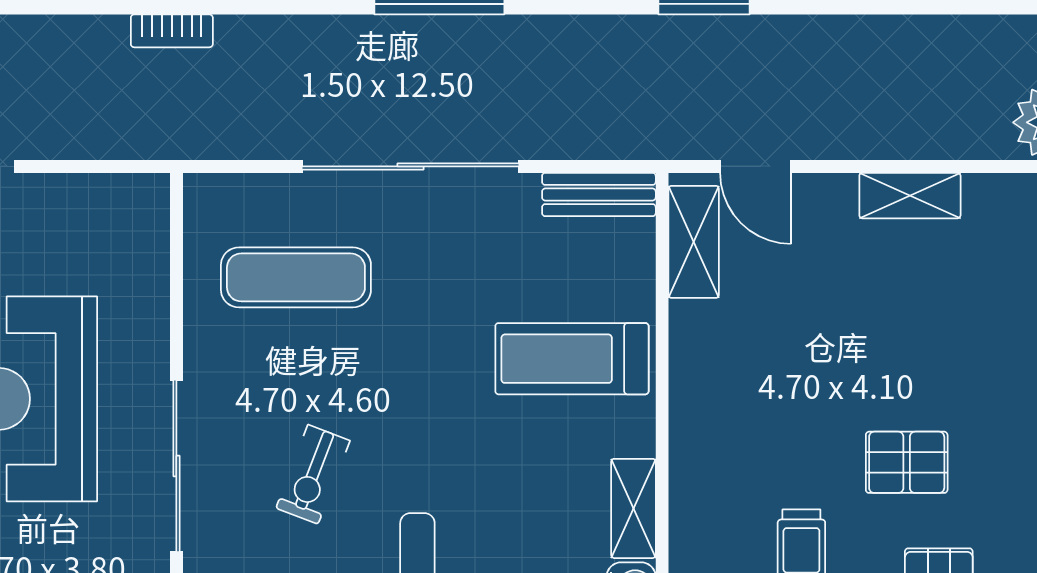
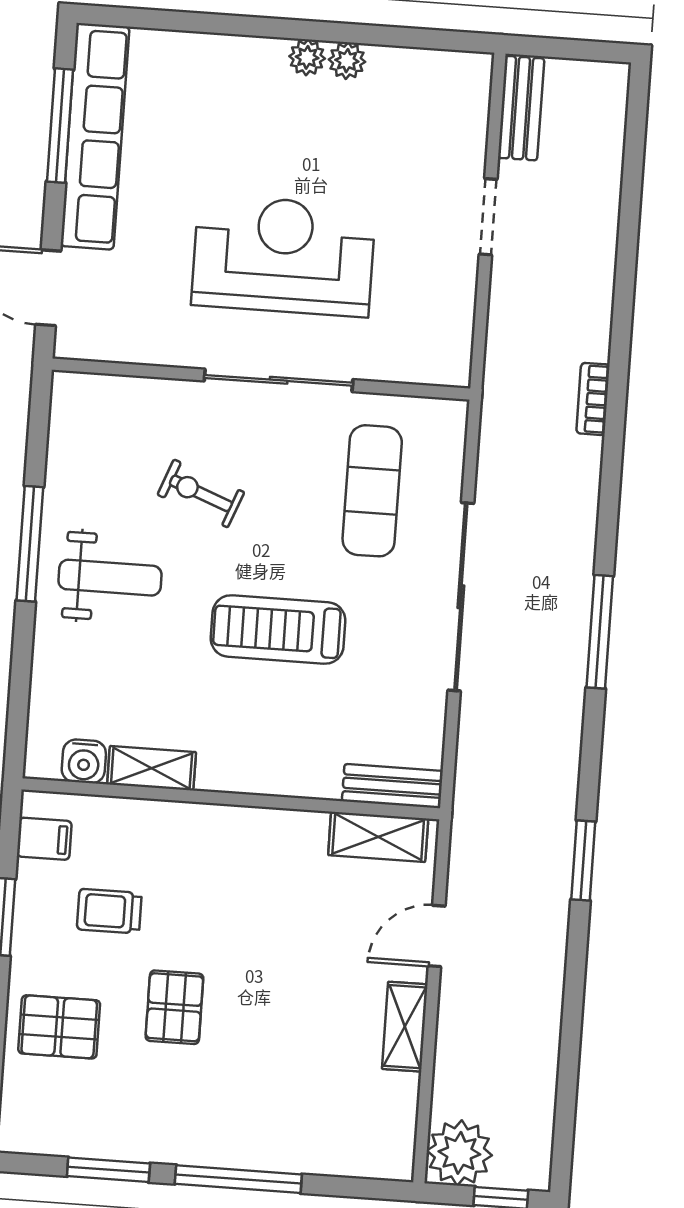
door: (756, 166) -> (437, 936), moved
bench: (599, 195) -> (392, 786), moved, turned 90
treadmill: (572, 359) -> (278, 630), moved, turned -90
sliding door: (176, 466) -> (279, 380), moved

